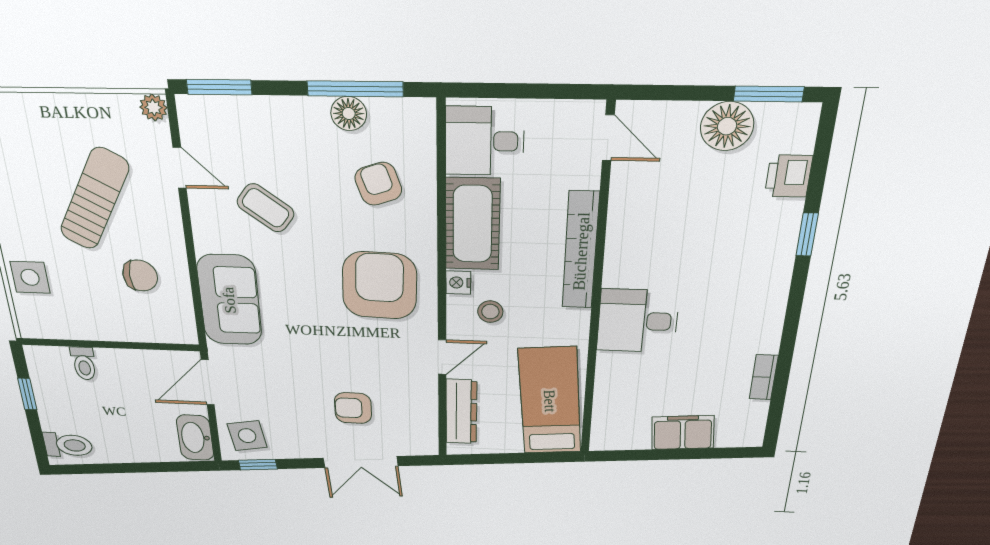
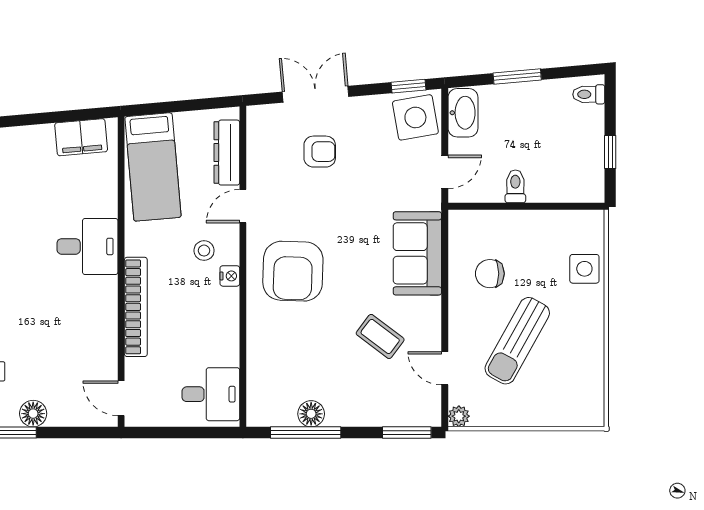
floor lamp: (727, 126) -> (33, 414), width x0.73, depth x0.73
armchair: (378, 184) -> (291, 359), removed
cot: (472, 224) -> (219, 327), removed
toilet: (84, 363) -> (515, 186), moved
door: (208, 382) -> (445, 172), width x0.73
filing cabinet: (683, 433) -> (81, 137), moved
side table: (247, 436) -> (415, 117), width x1.37, depth x1.37
toilet: (68, 445) -> (589, 94), width x0.73, depth x0.72
window: (142, 468) -> (517, 76), added

